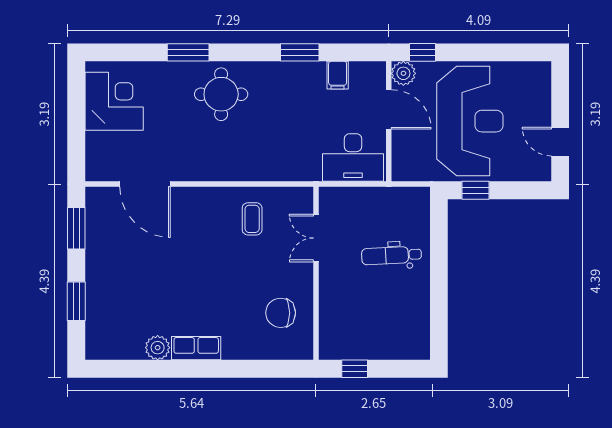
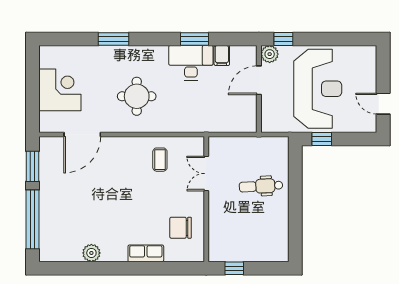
round table: (221, 94) -> (137, 96), moved
corner desk: (114, 101) -> (60, 90), moved
door: (389, 109) -> (259, 80), swing flipped
desk: (353, 158) -> (191, 63), moved, turned 180
door: (145, 184) -> (82, 134), hinge flipped
window: (76, 301) -> (32, 219), width x2.11
row of seats: (196, 348) -> (146, 253), moved

